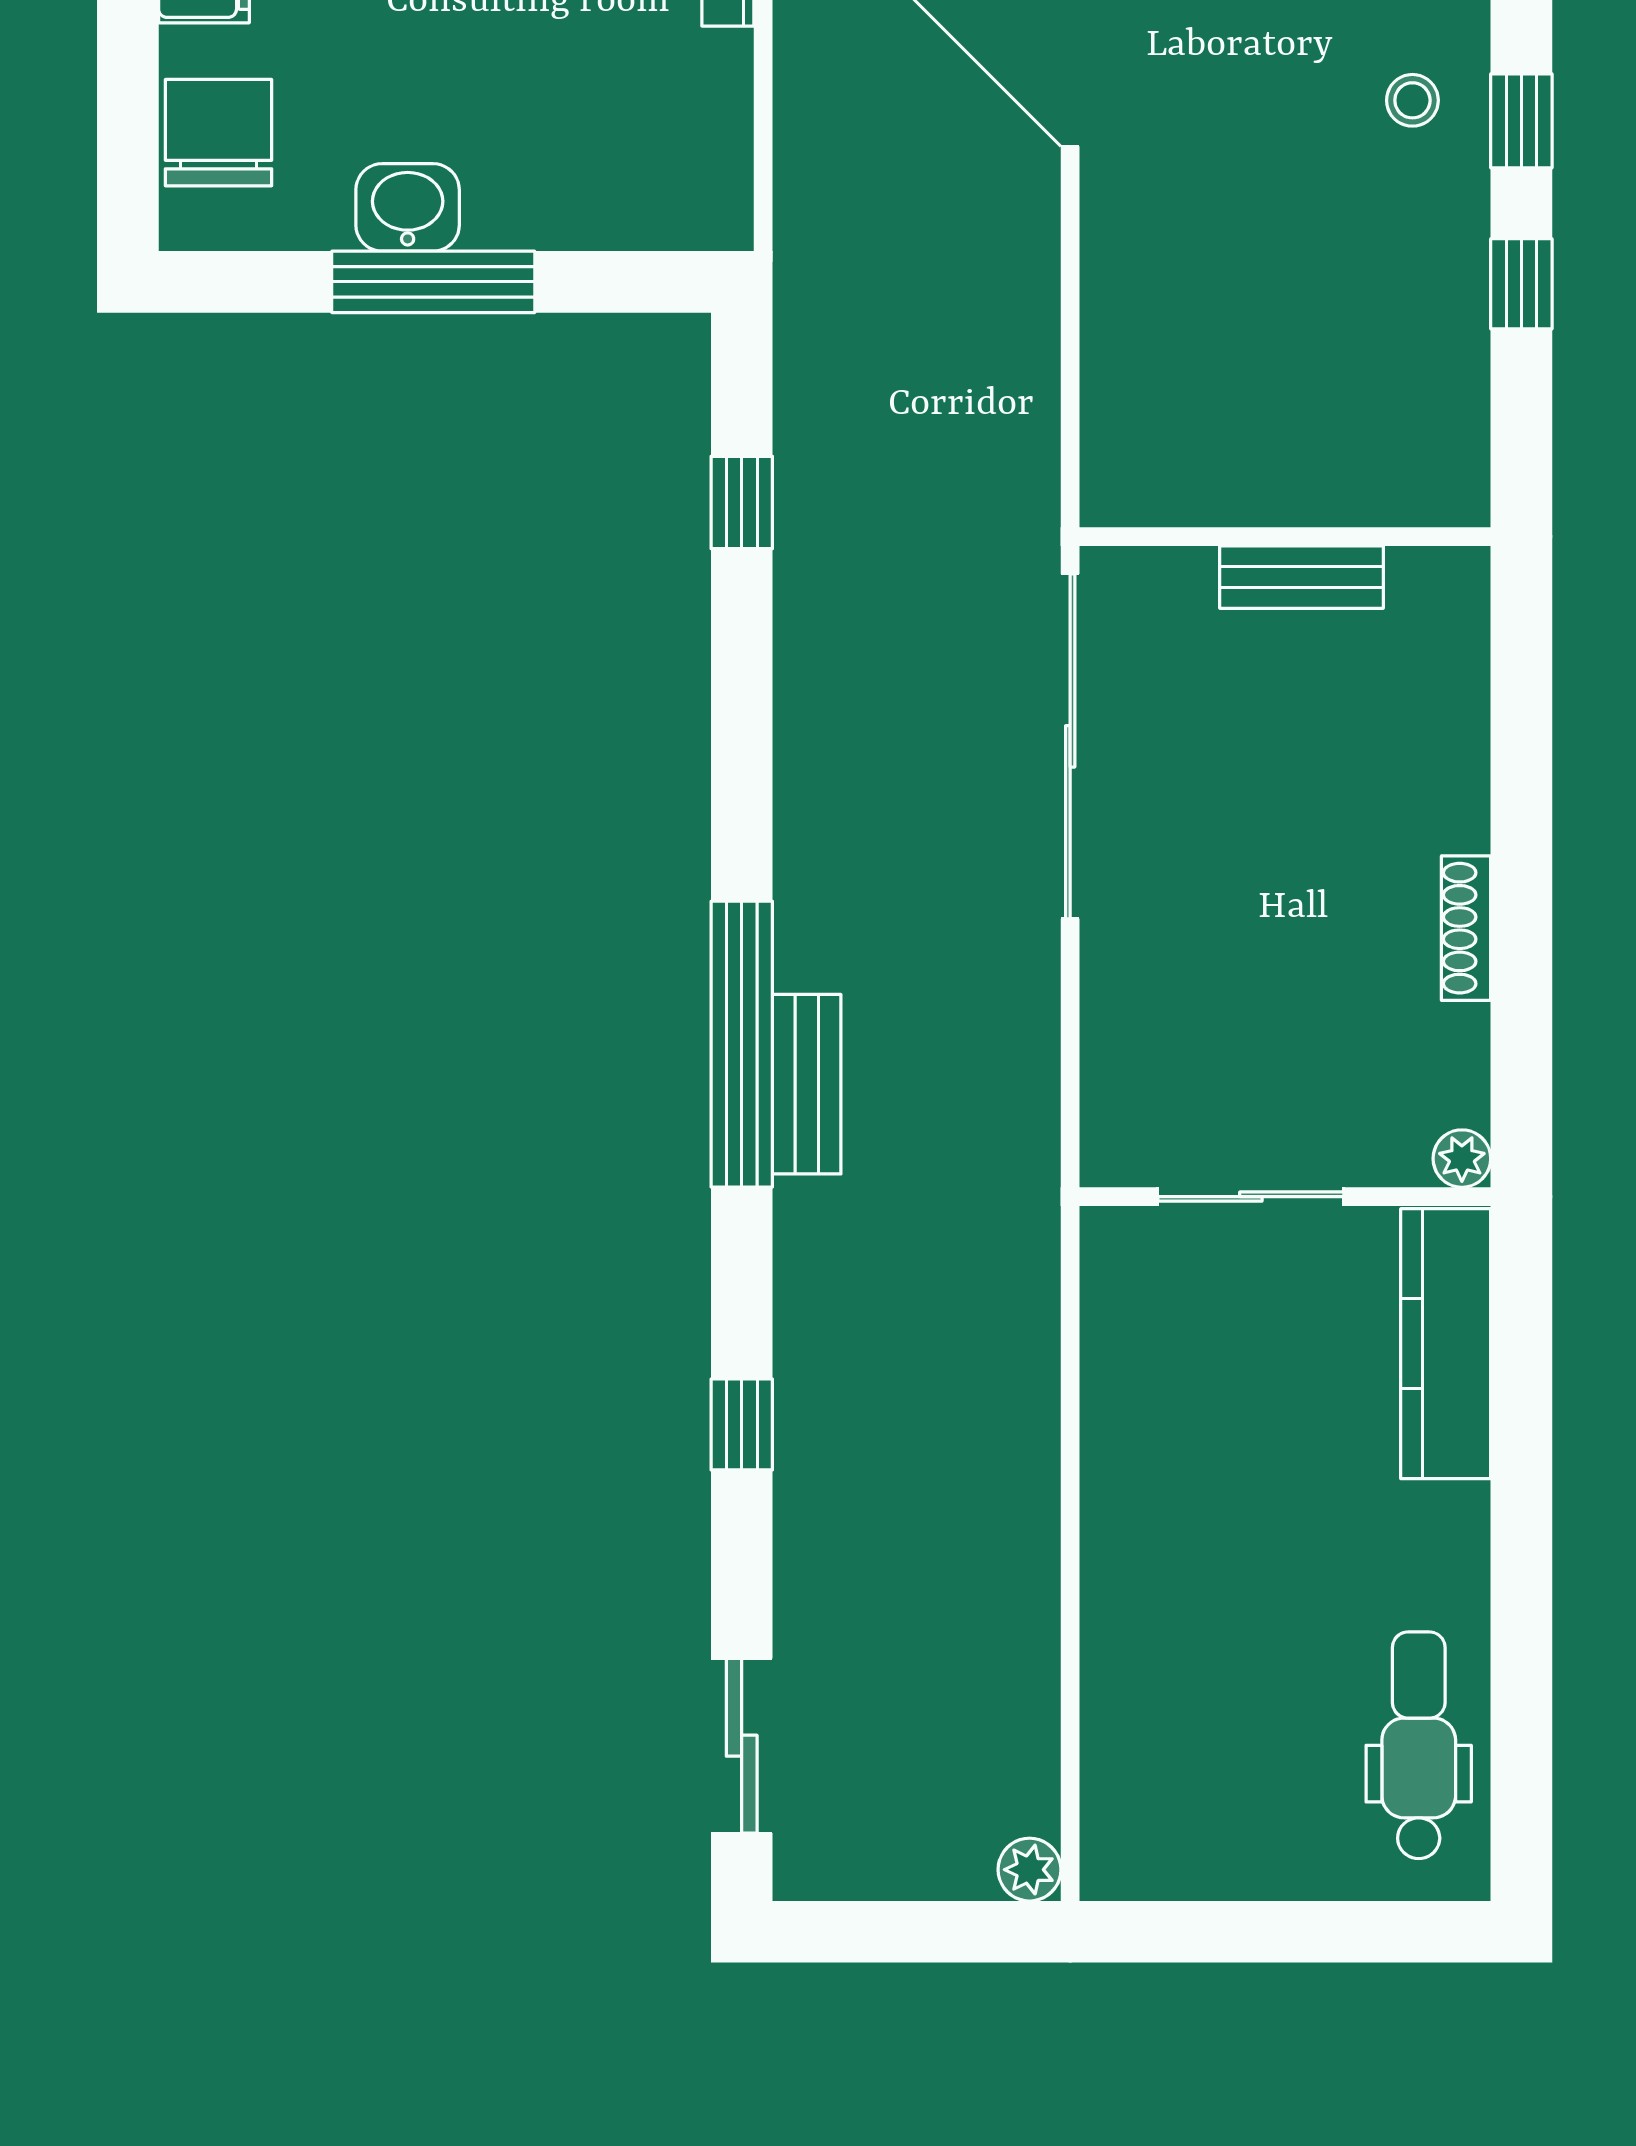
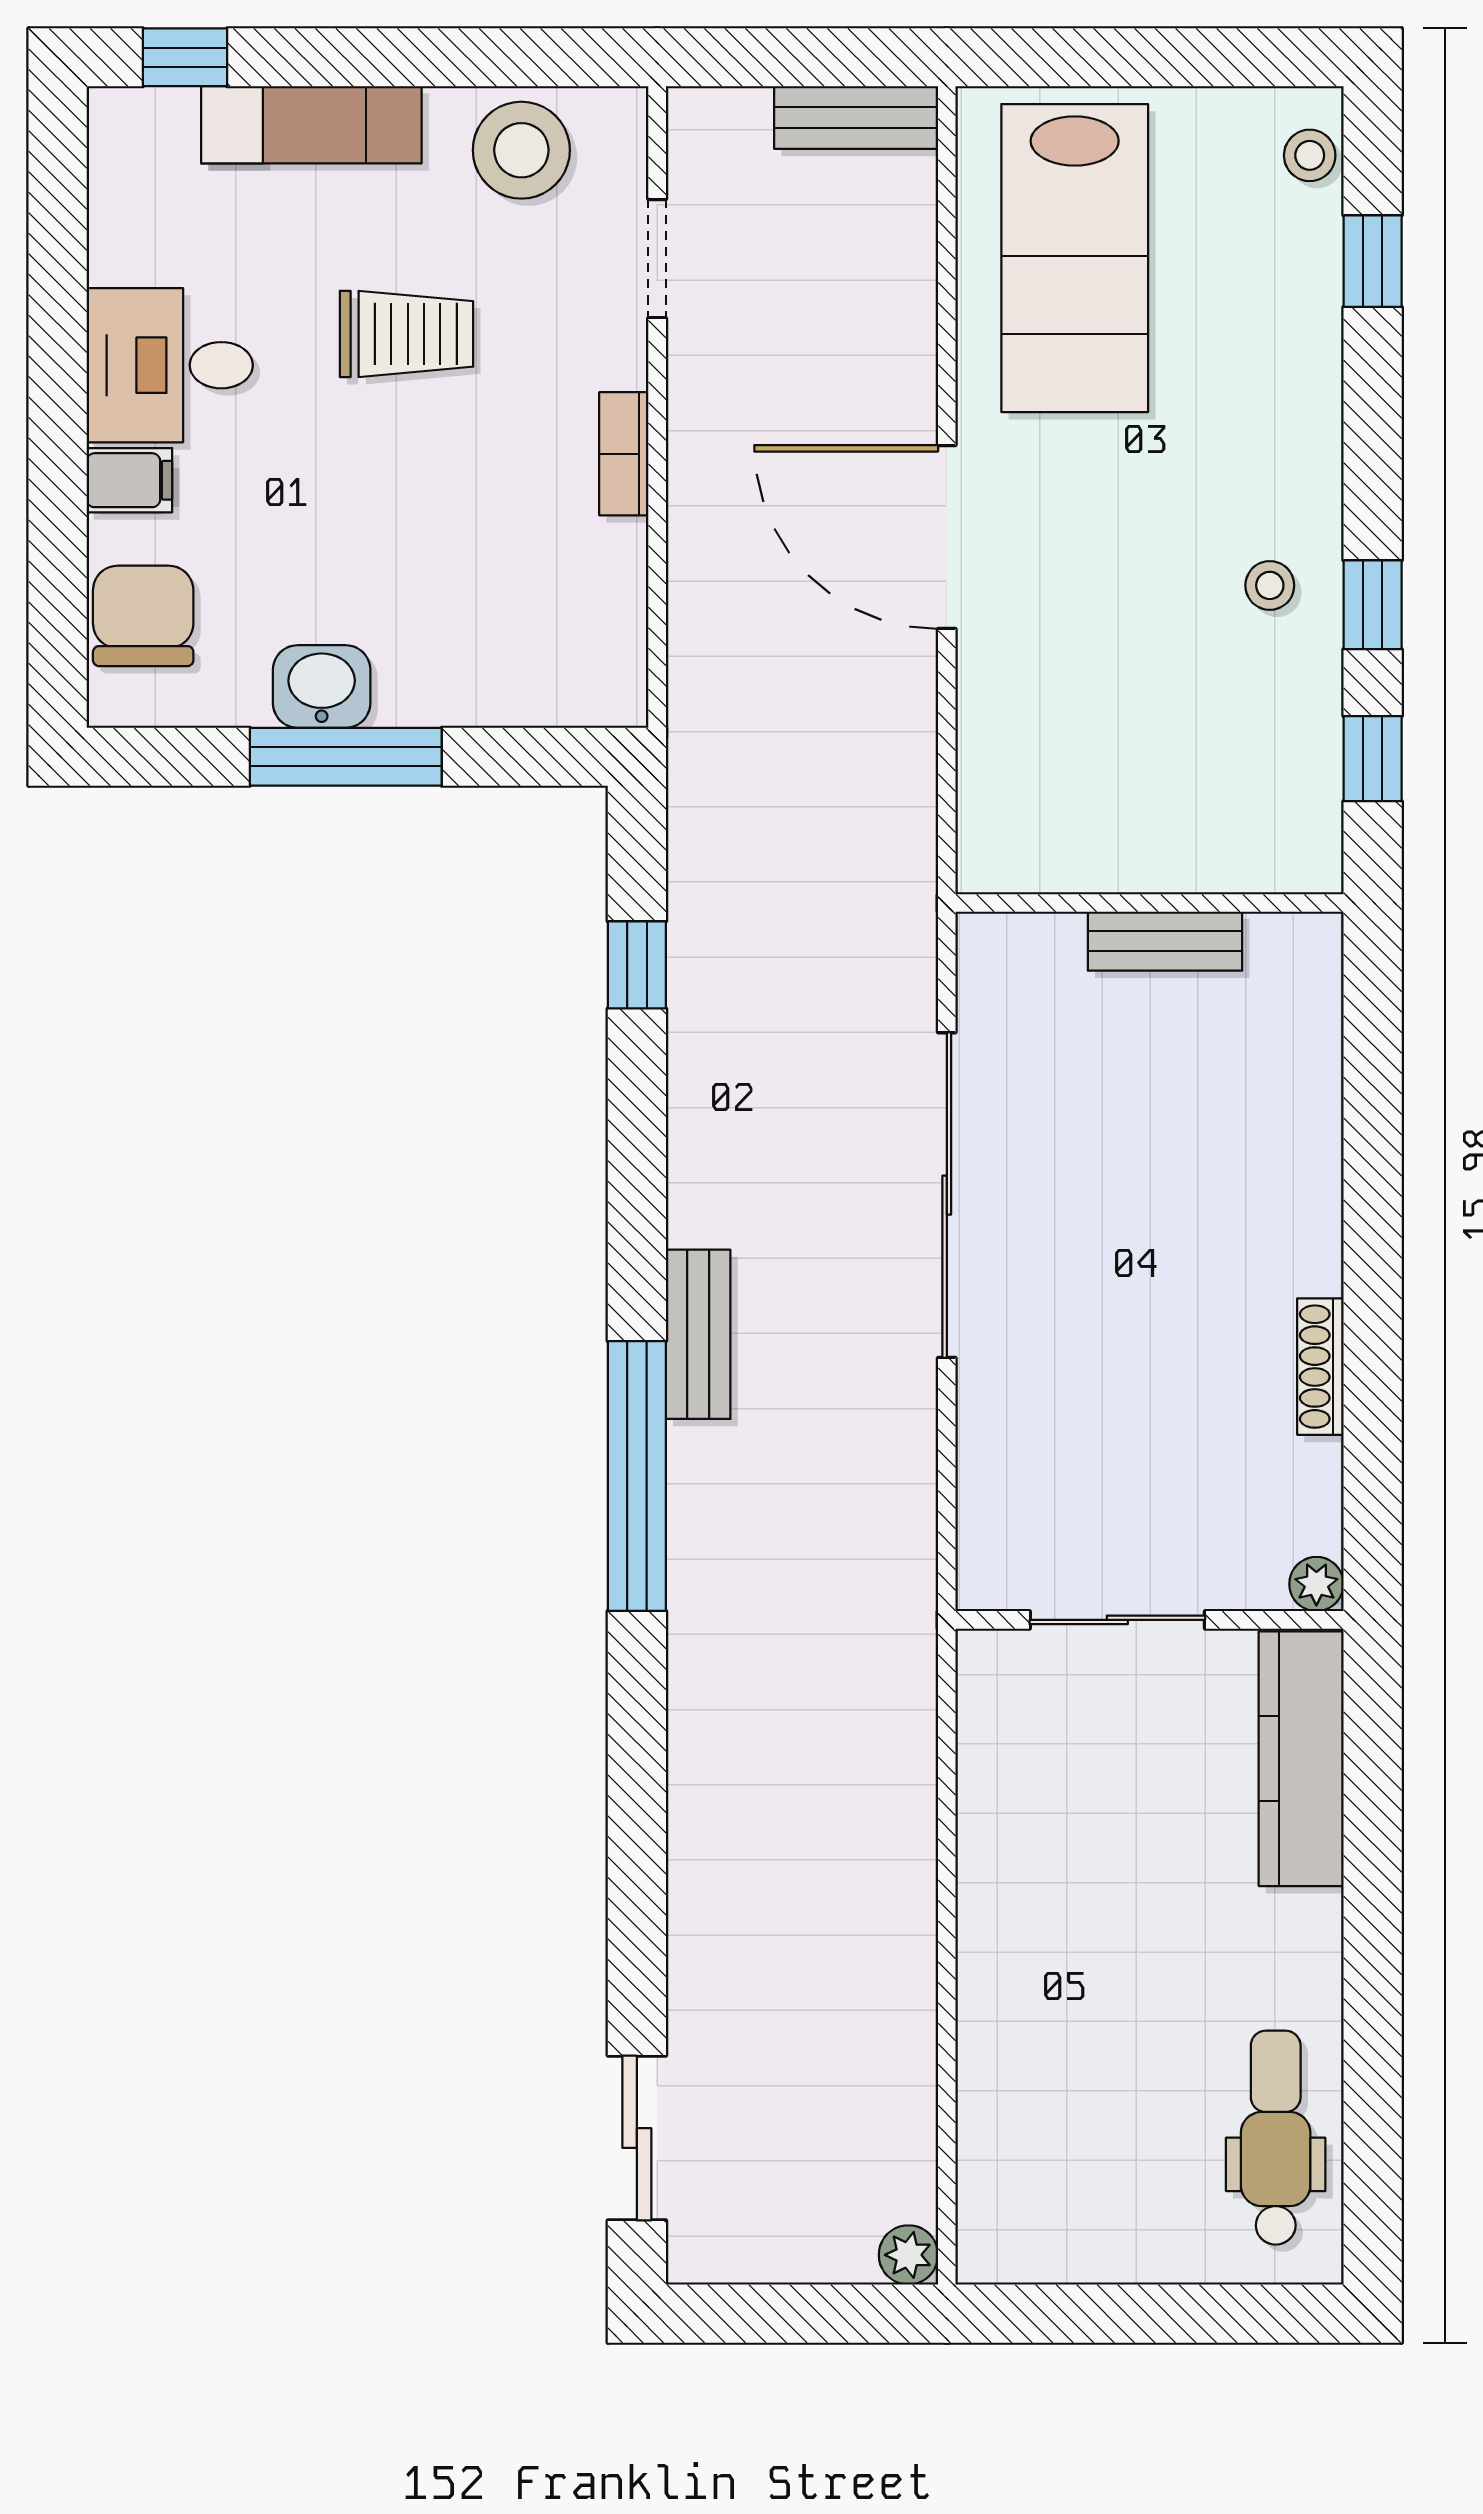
wall: (1285, 537) -> (1150, 903), moved
bench: (1301, 577) -> (1165, 941), moved
bench: (807, 1084) -> (698, 1334), moved
window: (742, 1424) -> (637, 1835), removed

